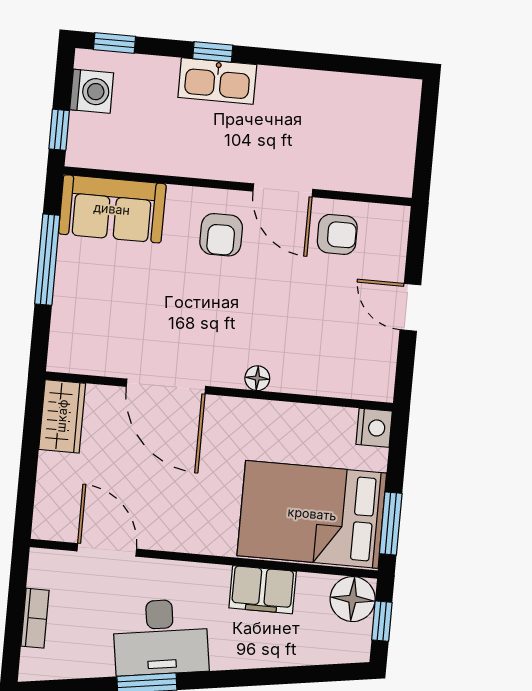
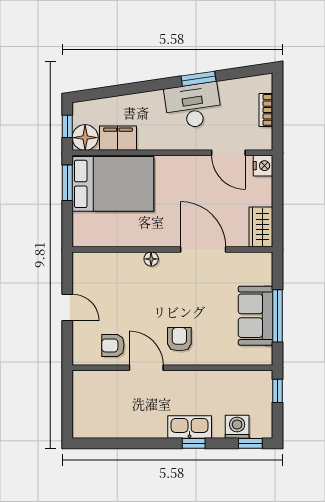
washing machine: (92, 91) -> (237, 427), moved, turned 90
sofa: (112, 209) -> (255, 316), moved, turned -90
nightstand: (374, 428) -> (263, 166), moved, turned 180
filing cabinet: (263, 590) -> (118, 138), moved

